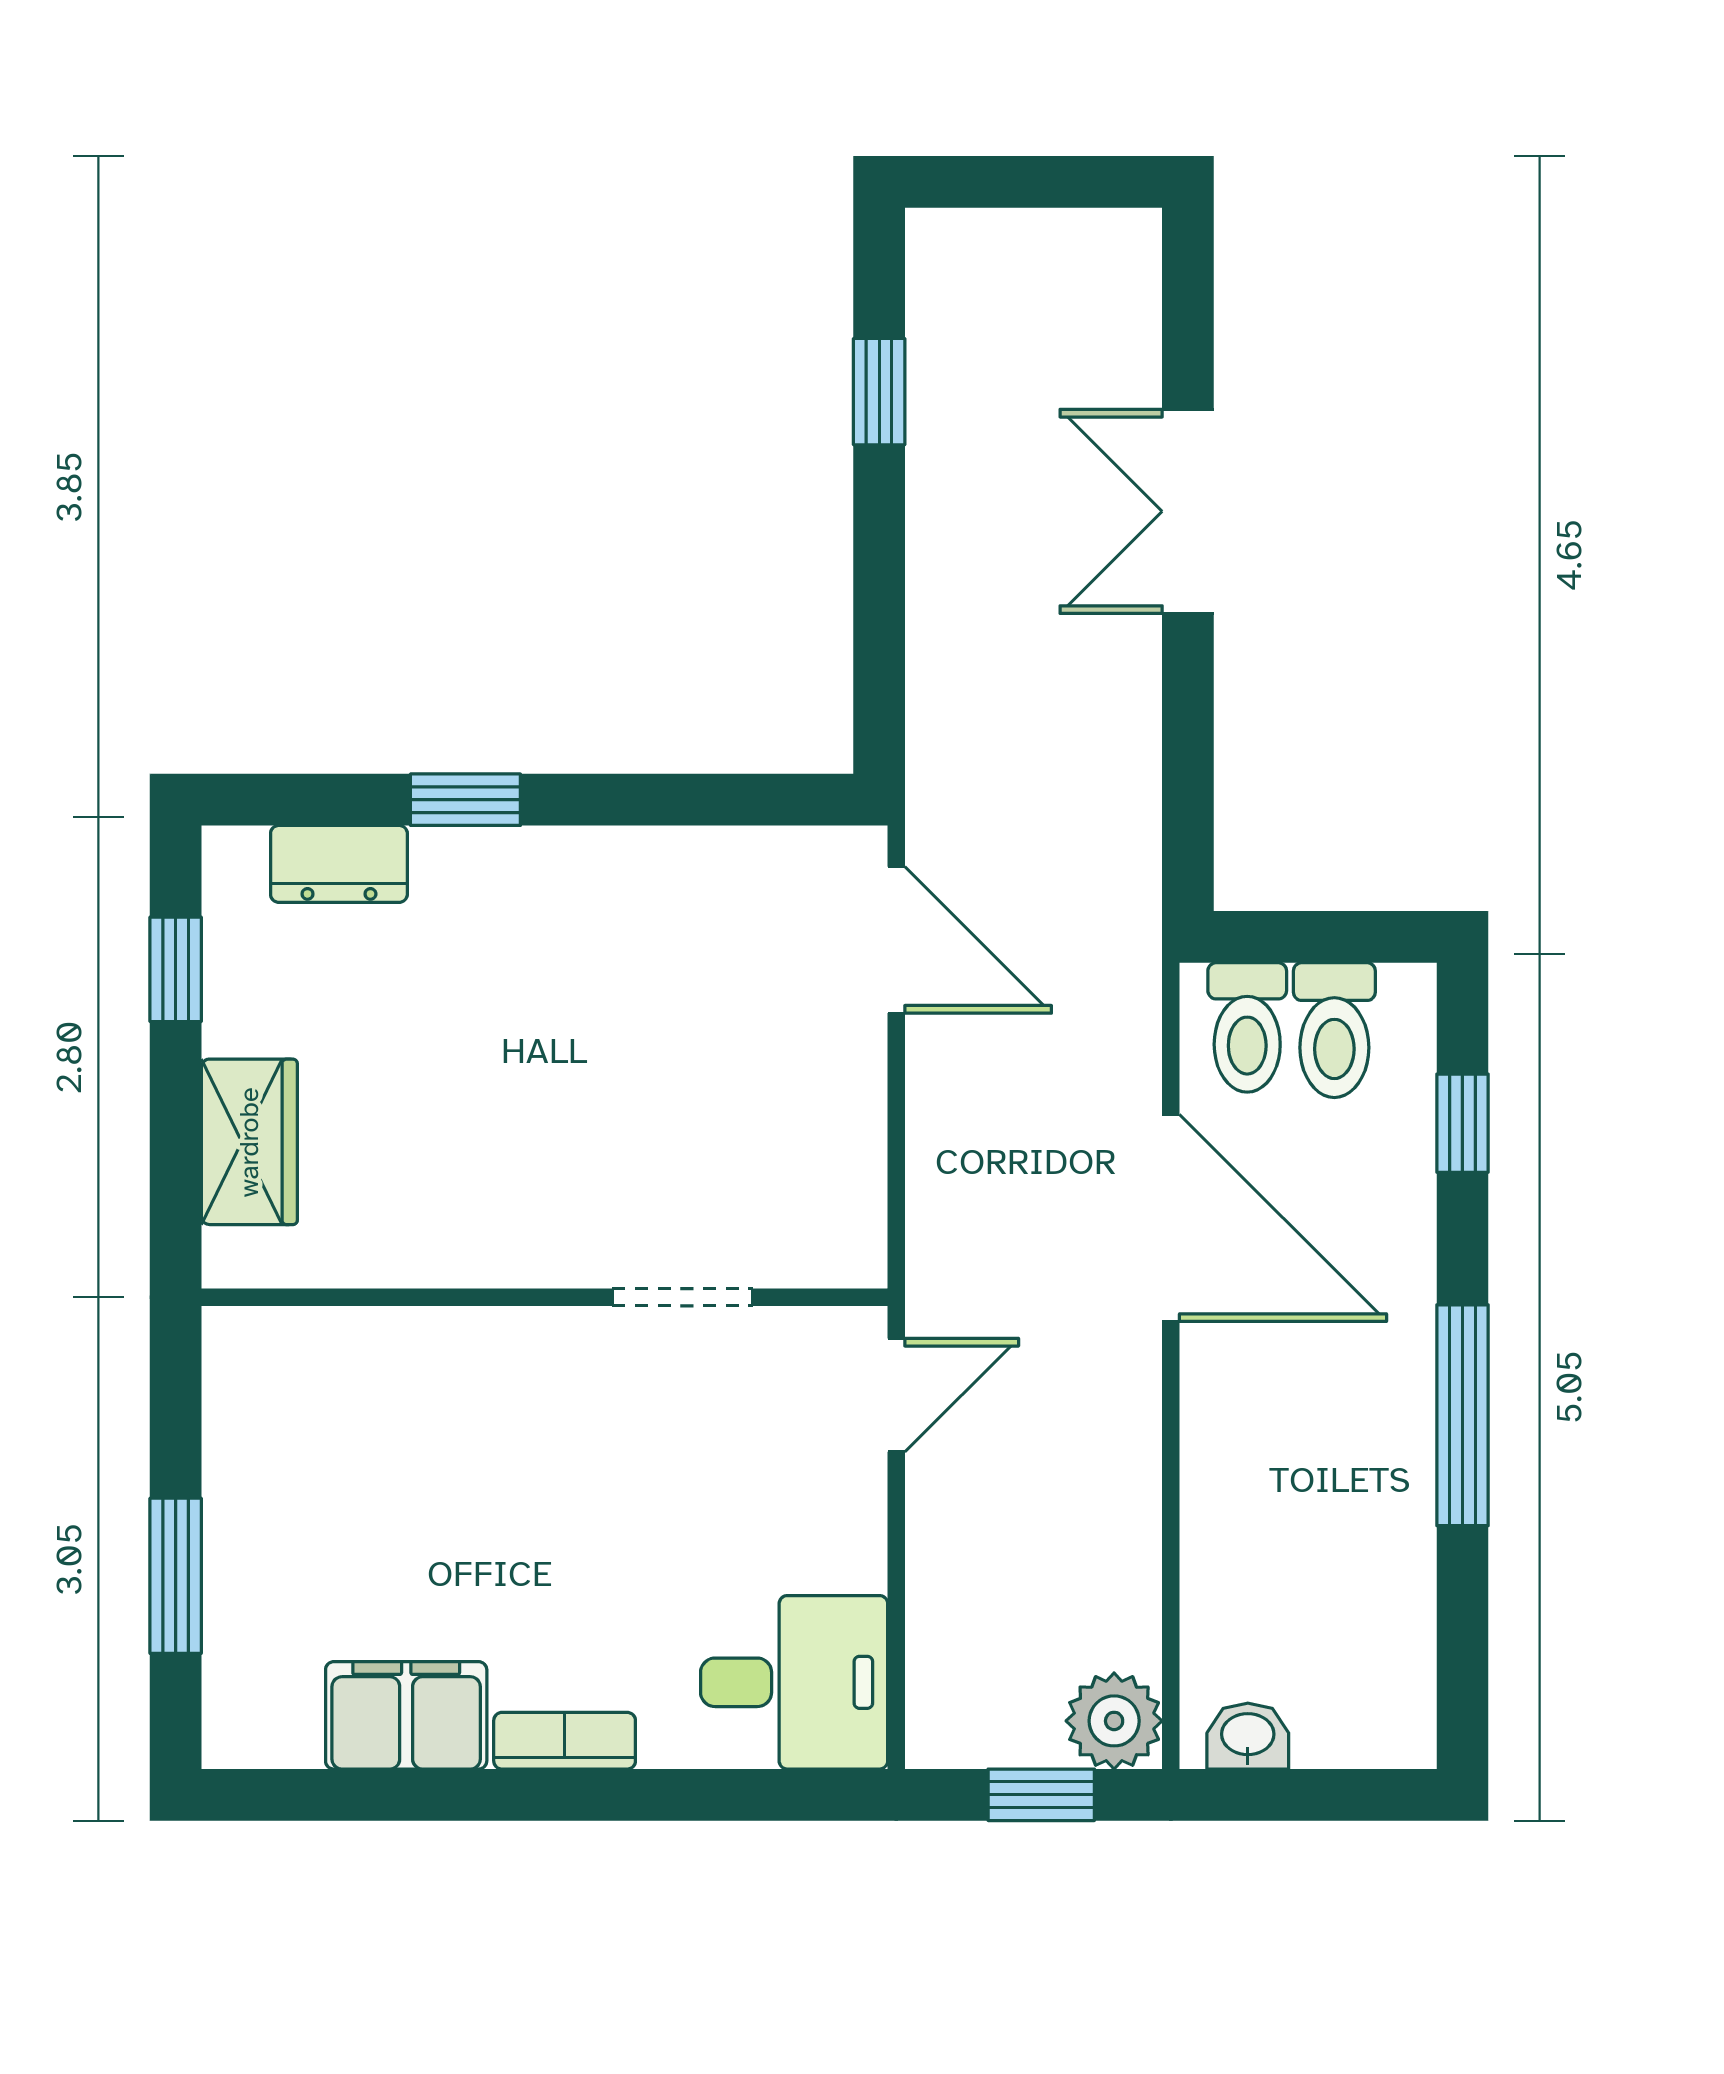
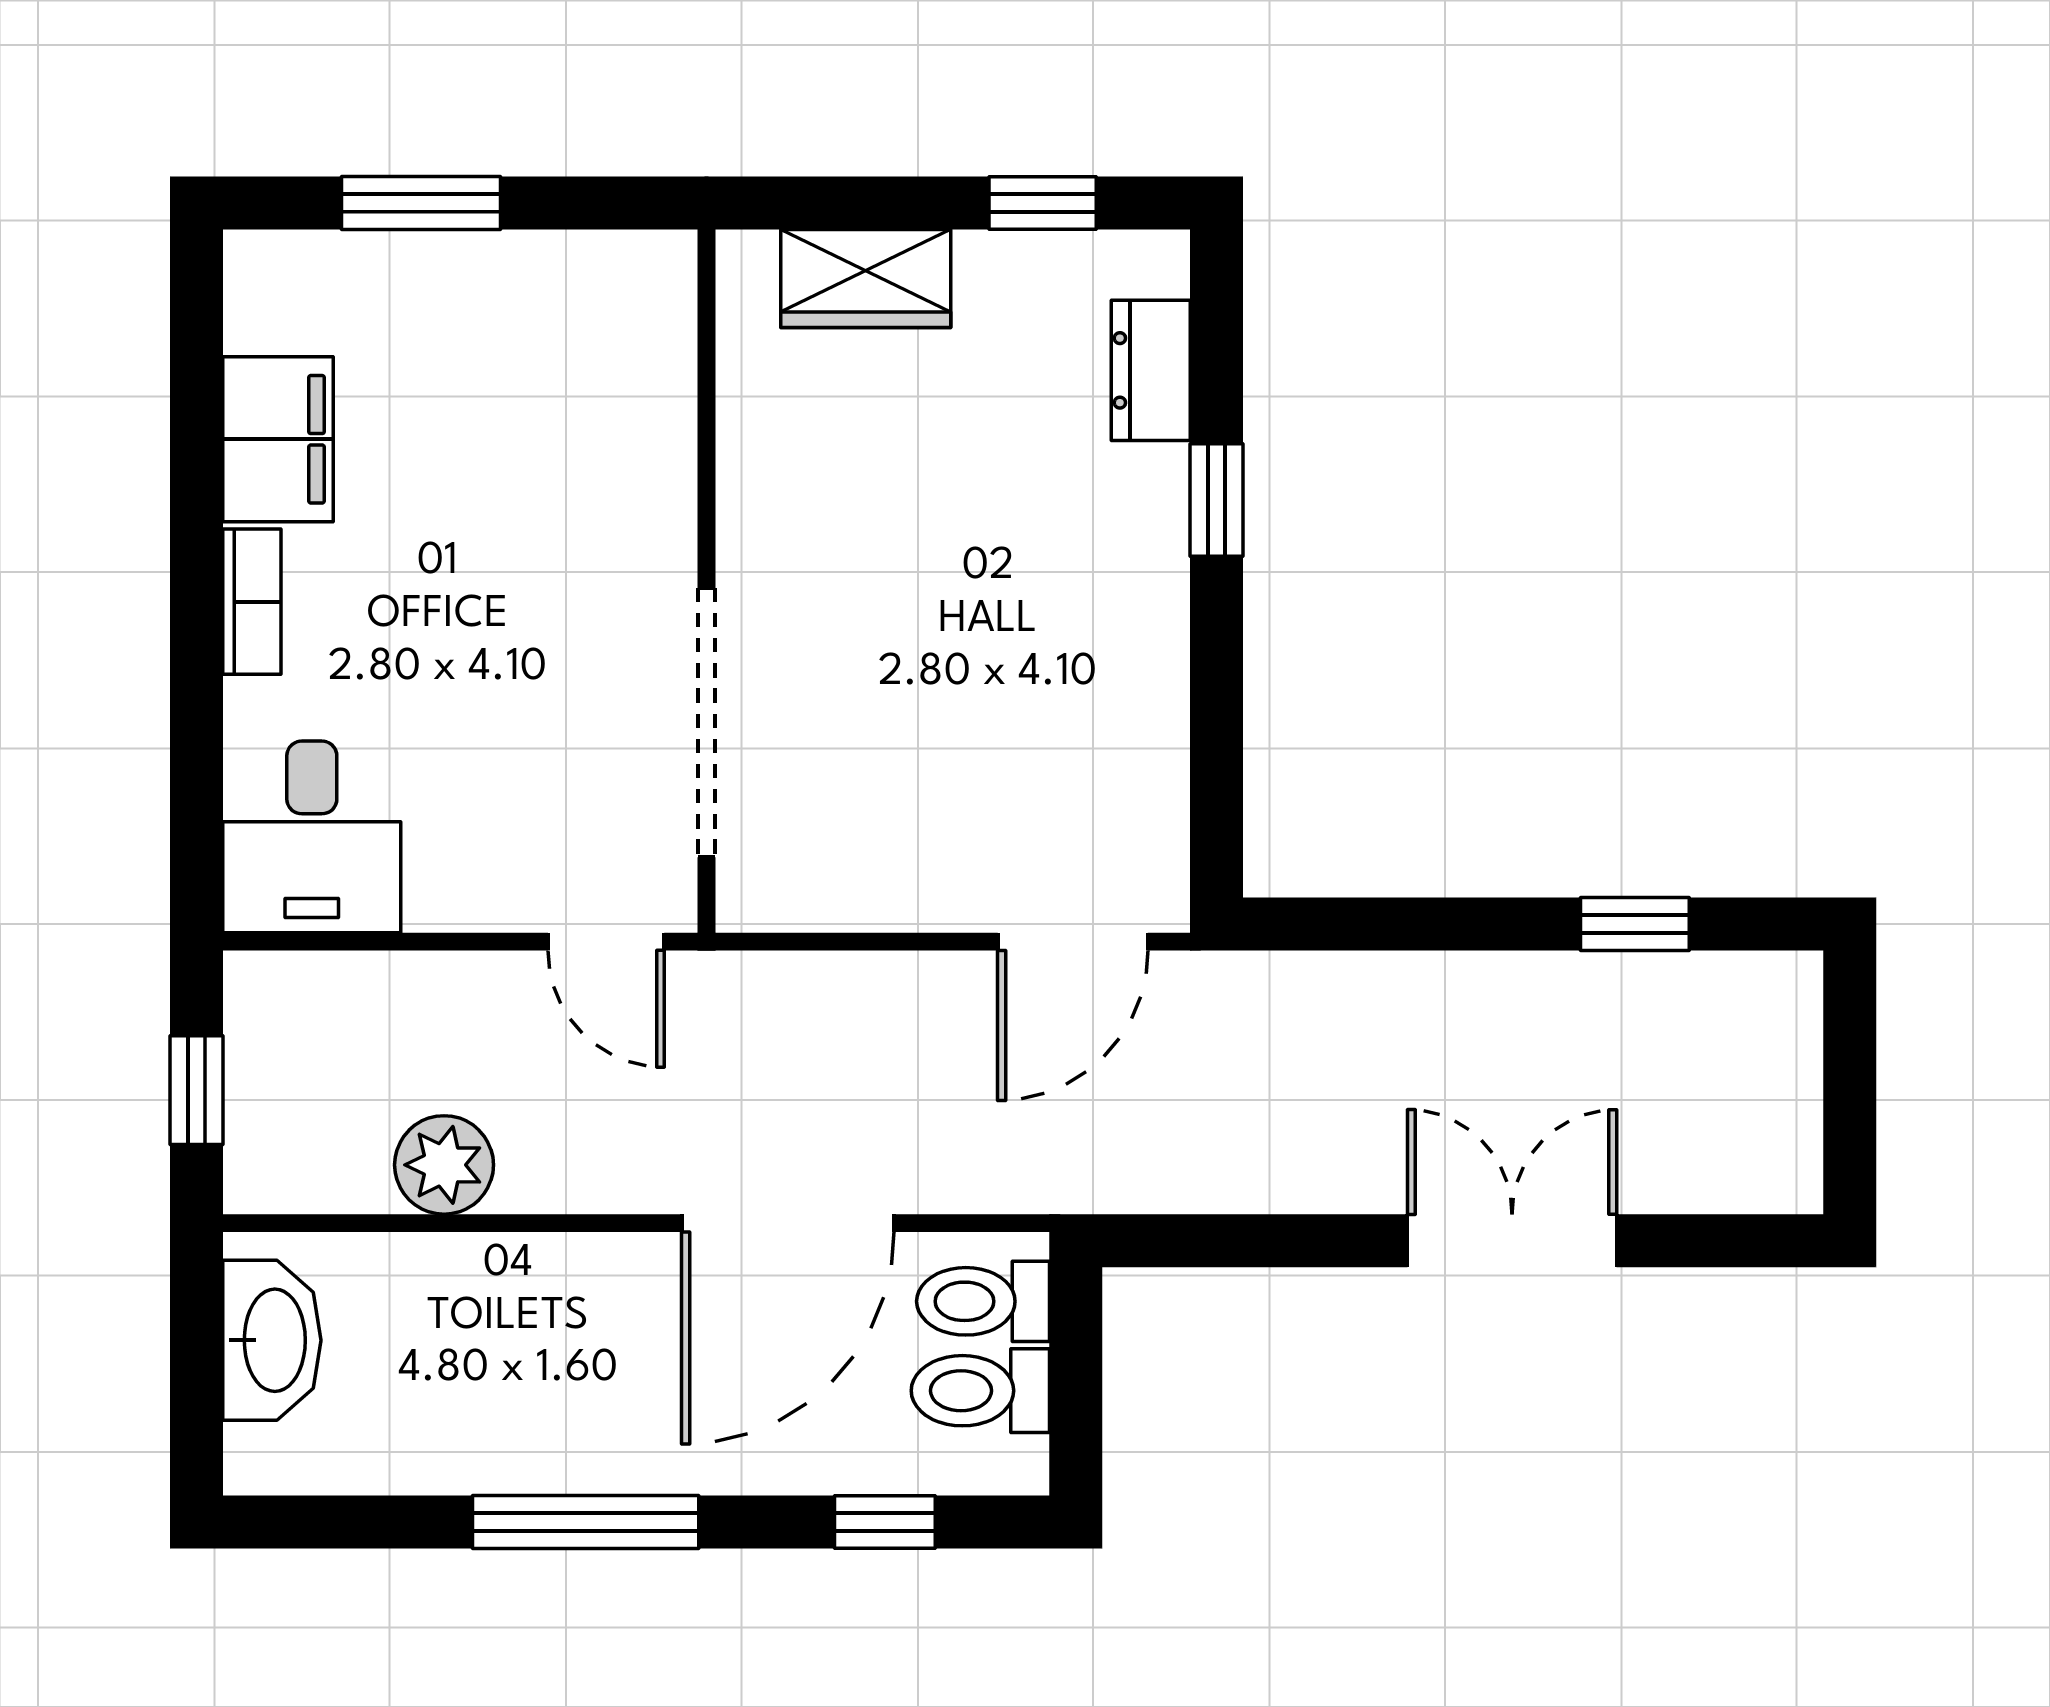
doorway: (683, 1297) -> (707, 723), width x1.88
plant: (1114, 1721) -> (444, 1165), moved
washbasin: (1248, 1736) -> (272, 1340), width x1.91, depth x1.45

